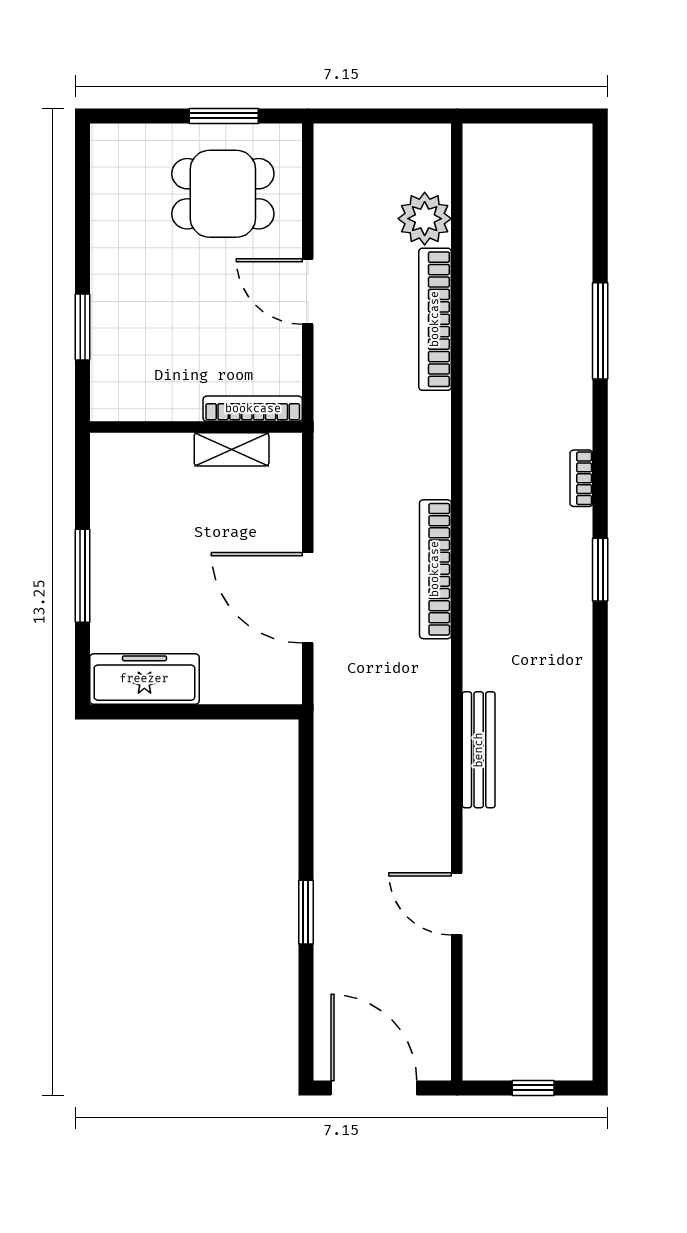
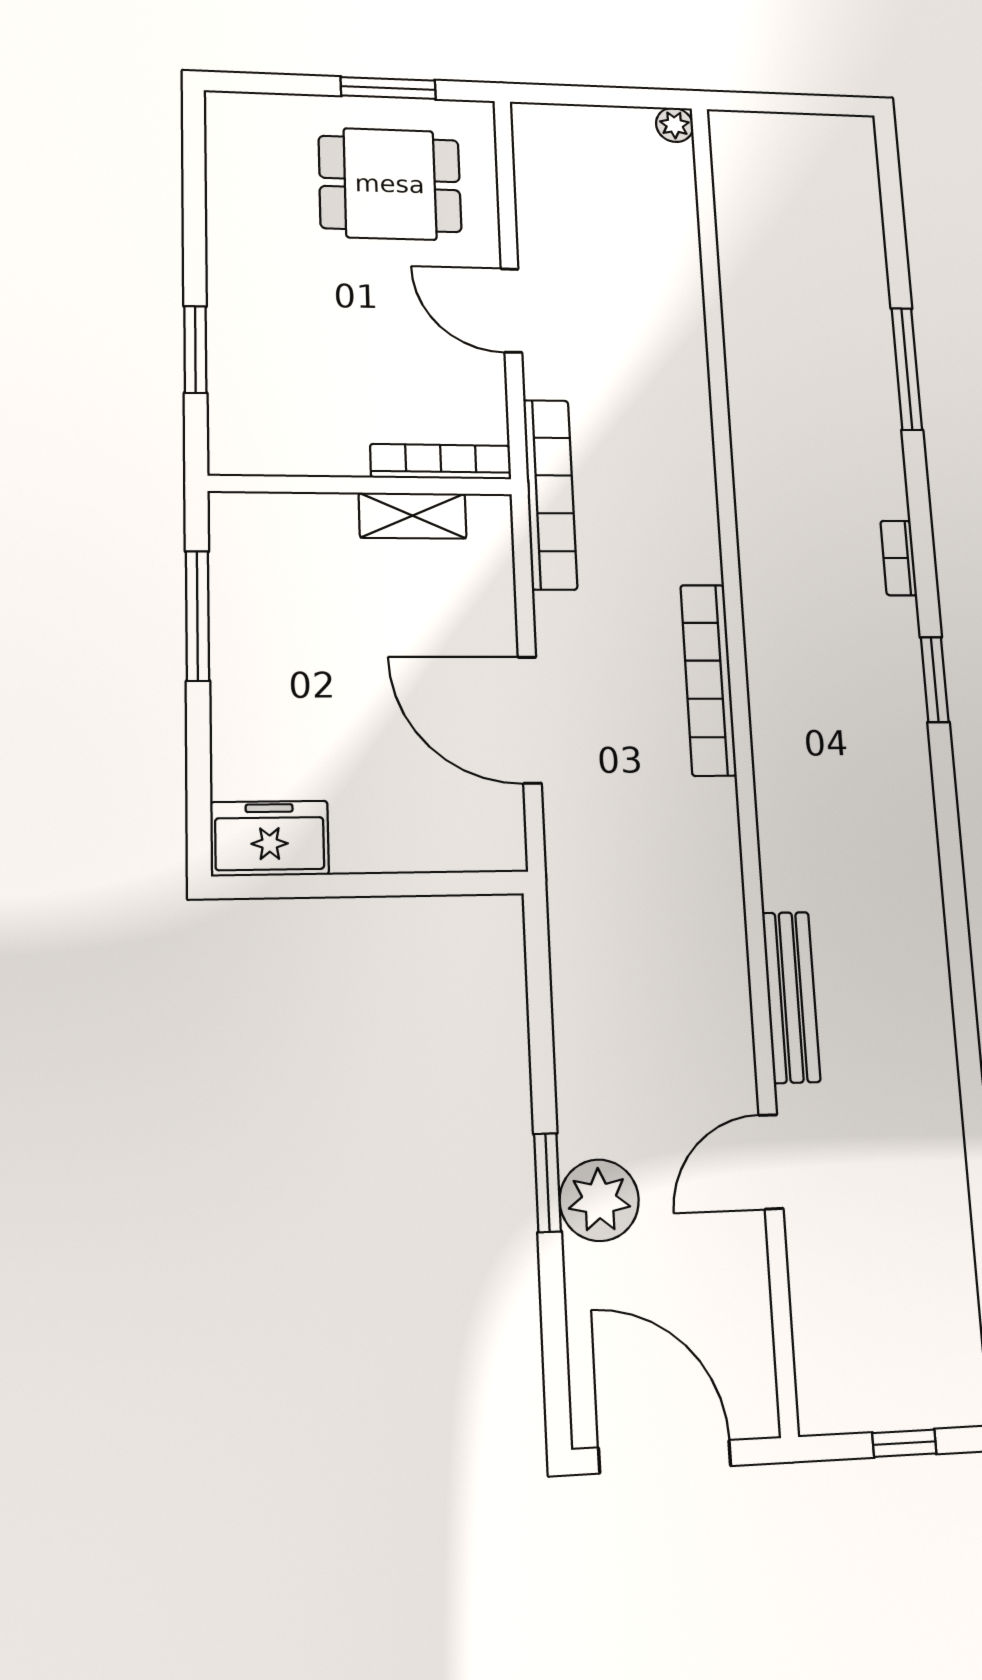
plant: (425, 219) -> (675, 125), moved, width x0.53, depth x0.53
bookcase: (435, 319) -> (550, 494), moved, turned 180
window: (83, 576) -> (197, 616), moved
freezer: (144, 679) -> (270, 838), width x0.71
bench: (479, 750) -> (791, 997), moved
door: (457, 904) -> (771, 1162), hinge flipped
plant: (340, 925) -> (599, 1200), added

